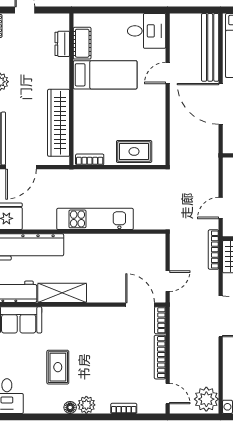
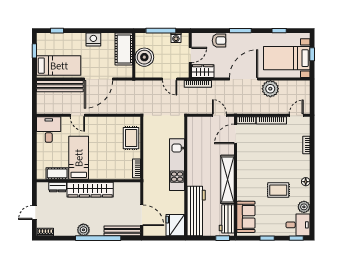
wardrobe: (59, 123) -> (90, 190), moved
shelving: (62, 293) -> (228, 179), width x1.47
plant: (206, 399) -> (270, 89), moved
plant: (86, 405) -> (304, 207), moved

